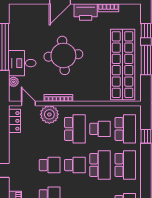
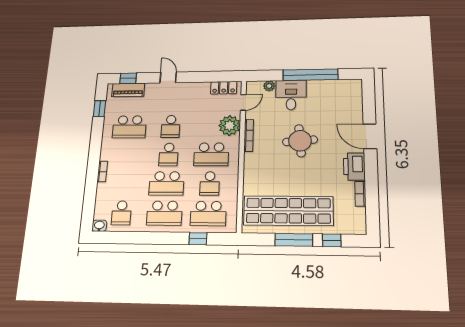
round table: (63, 55) -> (300, 141), width x0.73, depth x0.73

